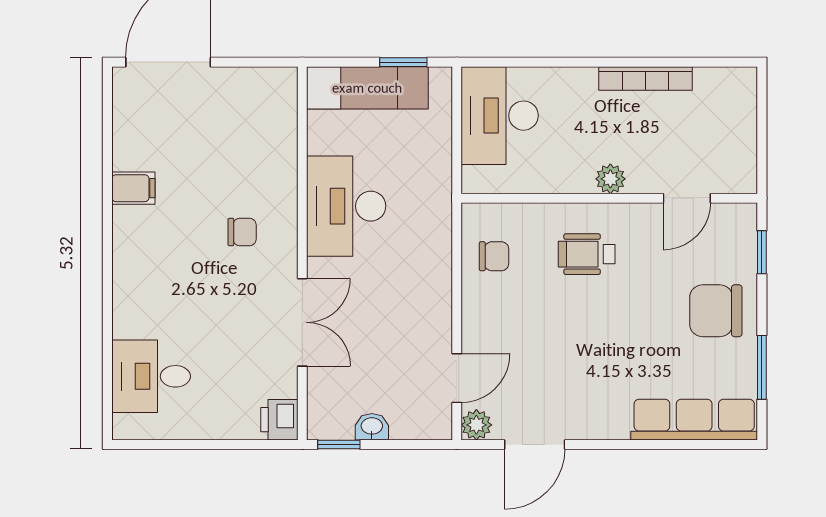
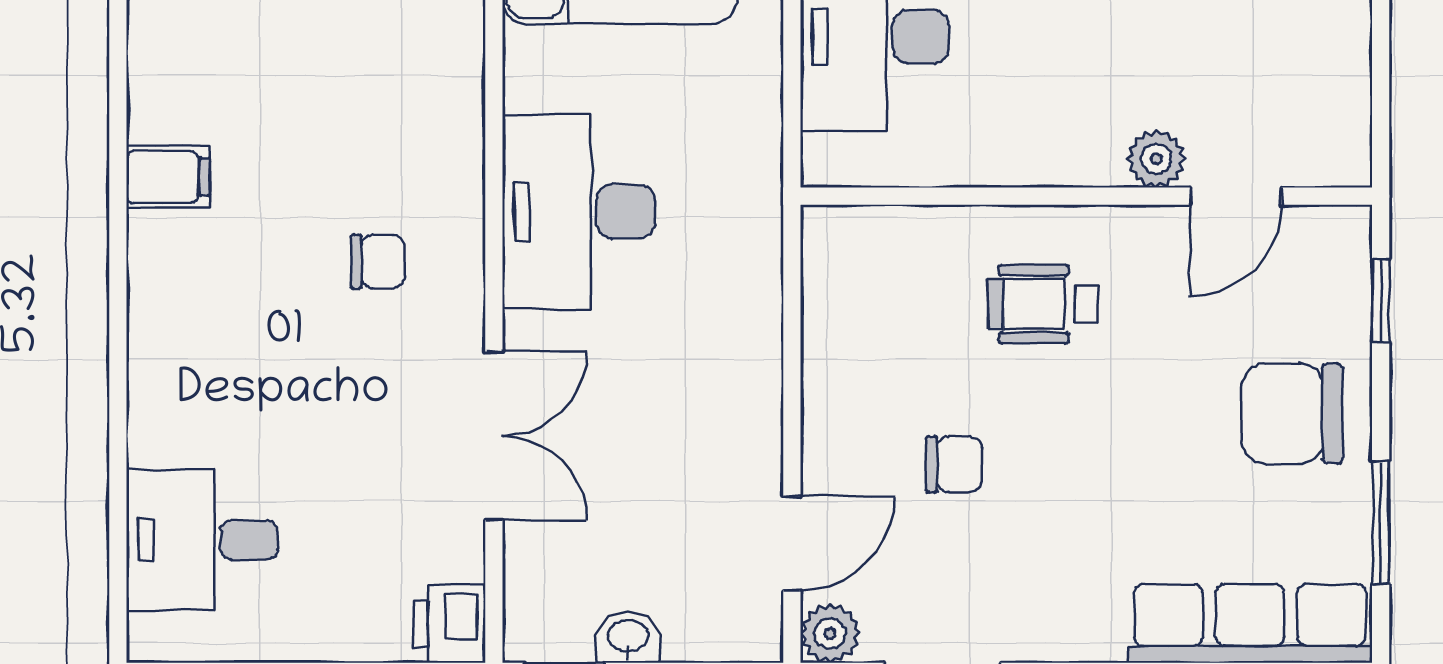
plant: (610, 179) -> (1156, 159), moved
chair: (494, 256) -> (954, 464), moved

